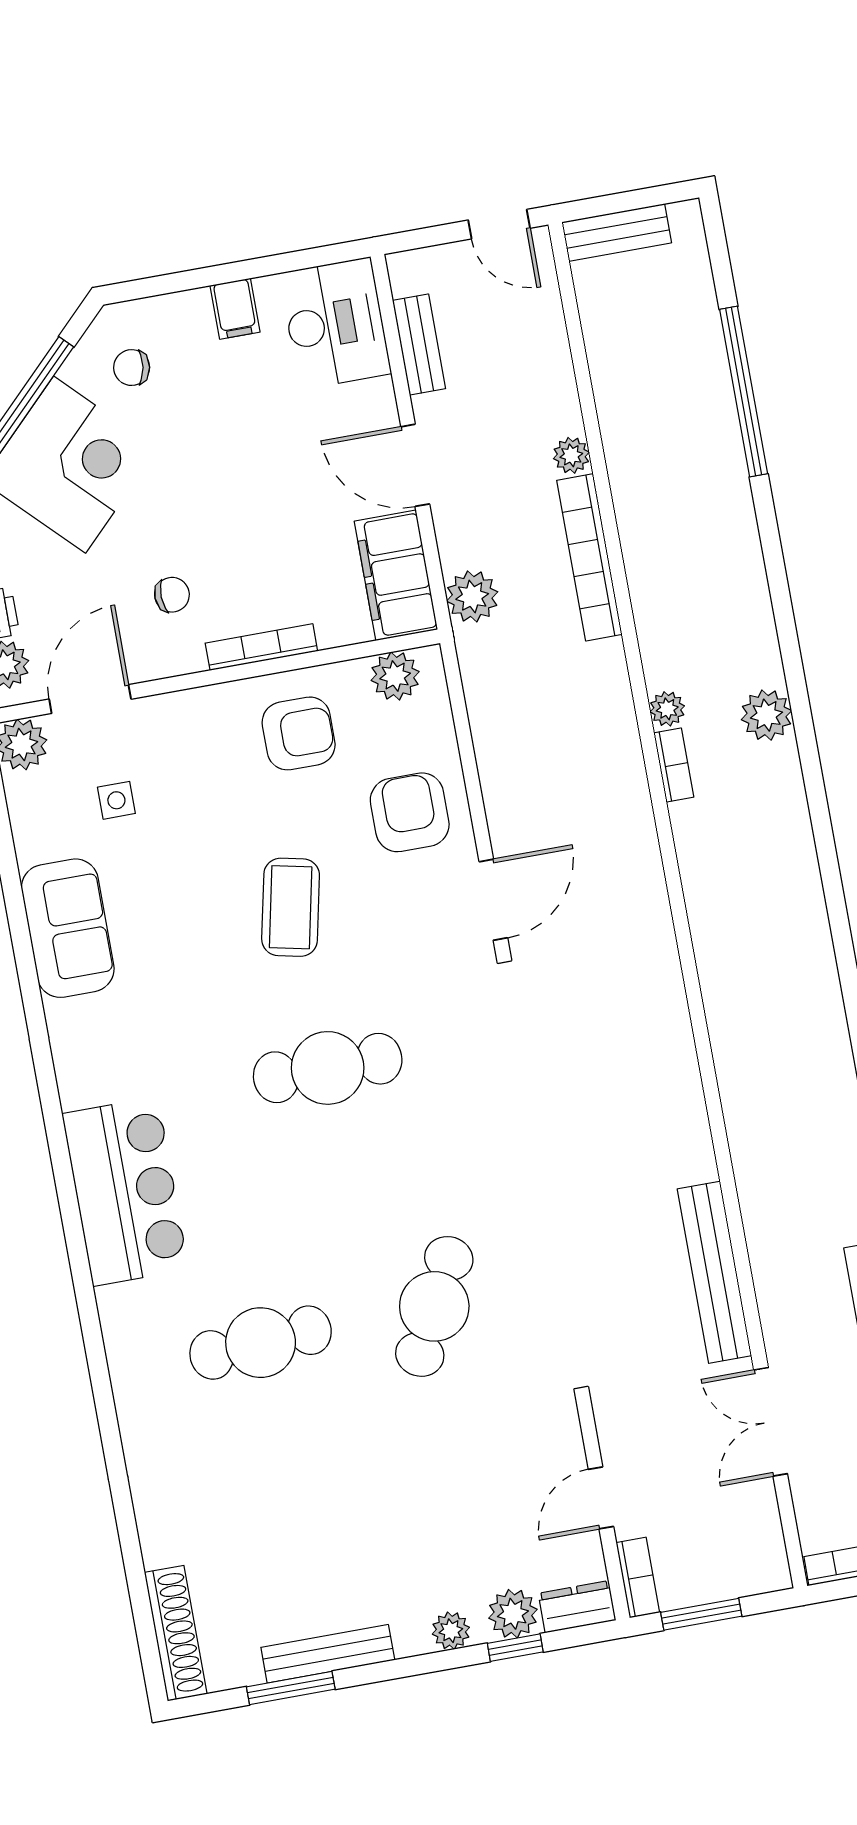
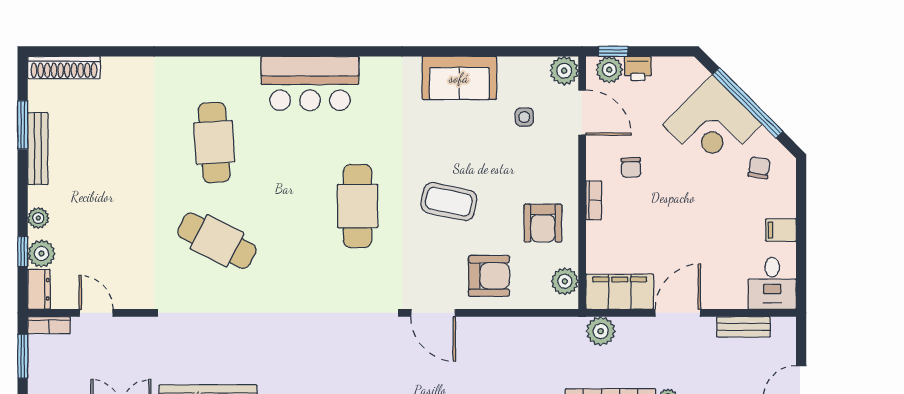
desk: (335, 323) -> (772, 283), width x0.73
bookcase: (261, 647) -> (594, 200), width x0.64

